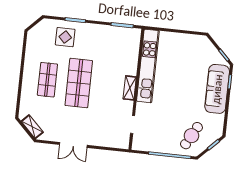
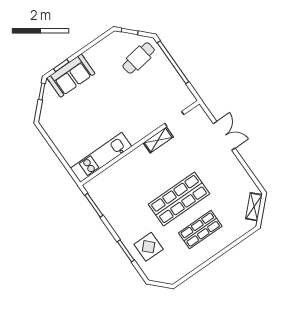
kitchen unit: (148, 66) -> (101, 157), width x0.73
shelving: (130, 88) -> (158, 140), moved
sofa: (217, 89) -> (71, 76), width x0.73
cafe table: (191, 136) -> (139, 58), turned -38
double door: (73, 145) -> (224, 136), moved

